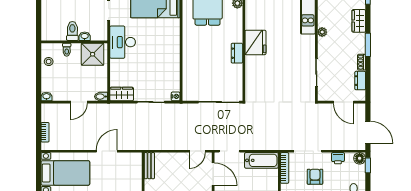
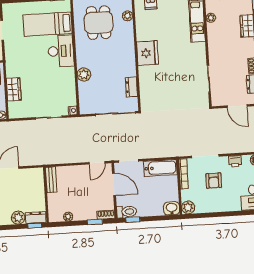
plant: (322, 32) -> (211, 18), moved
desk: (123, 42) -> (61, 51), moved, turned 180
dresser: (237, 53) -> (131, 87), moved
plant: (189, 60) -> (84, 74), added
wardrobe: (122, 94) -> (14, 89), moved, turned 90
armchair: (315, 177) -> (214, 181), turned 180

